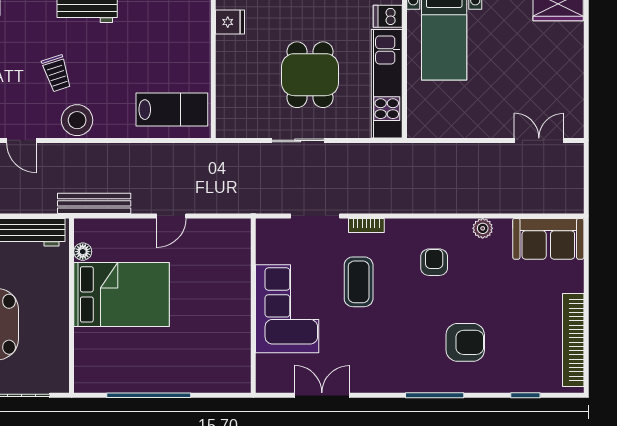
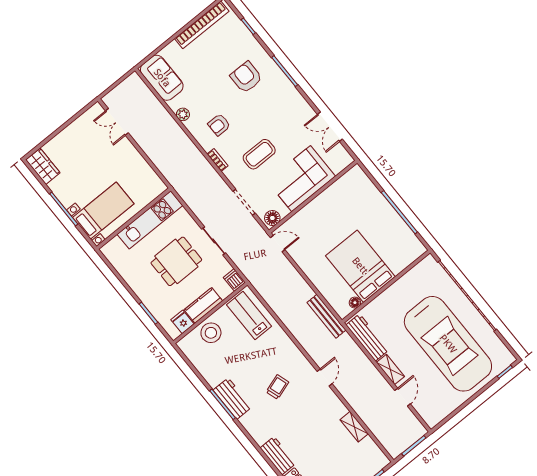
dishwasher: (388, 16) -> (234, 280), moved, turned 180
kitchen counter: (230, 64) -> (203, 305), added
stool: (77, 120) -> (211, 333), moved
door: (171, 216) -> (278, 244), moved
bookcase: (366, 225) -> (218, 160), moved
floor lamp: (268, 235) -> (272, 218), added

